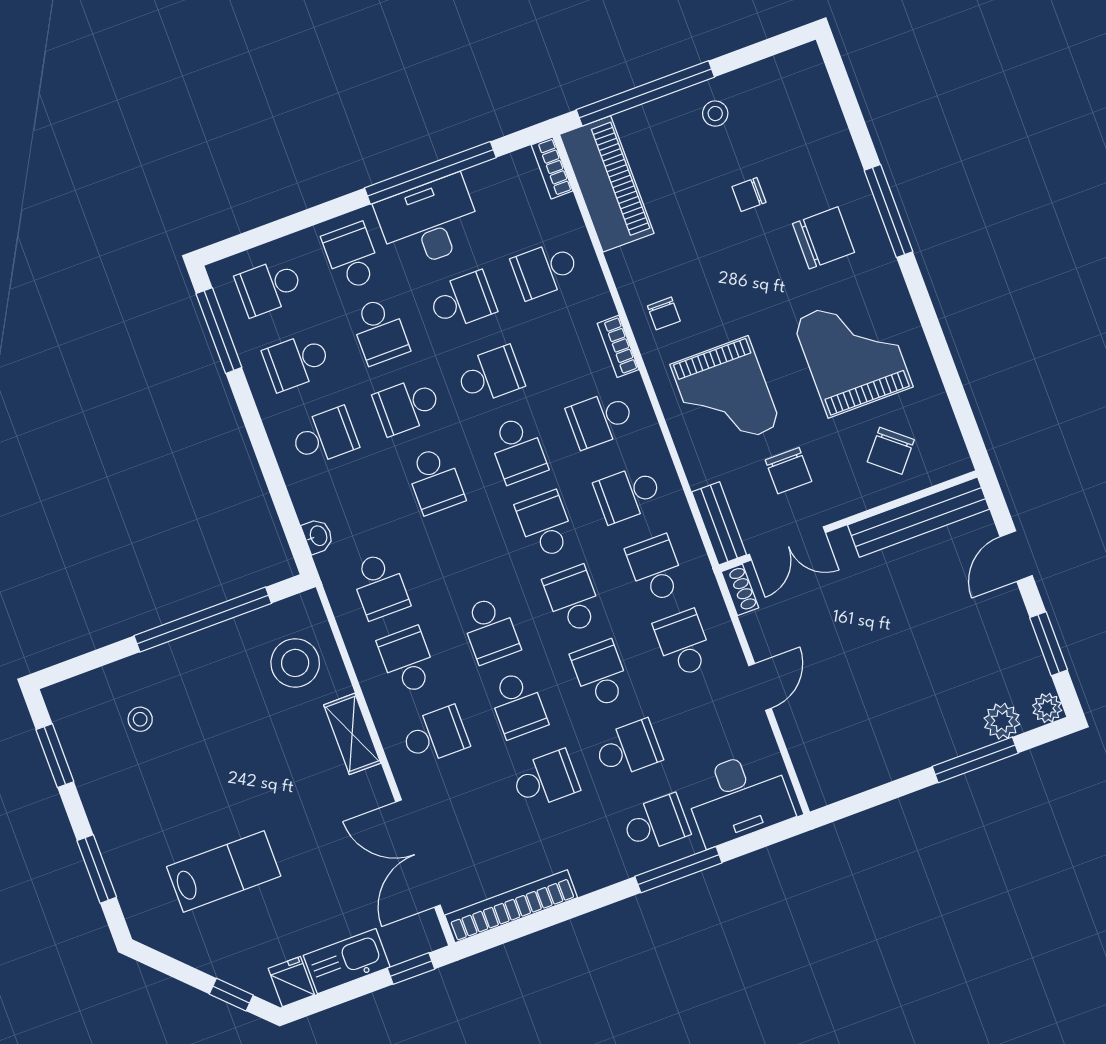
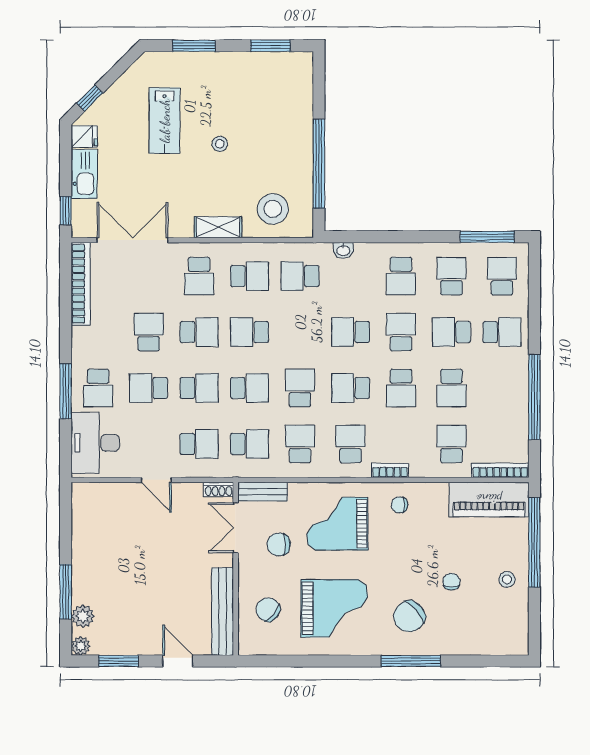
bookcase: (552, 168) -> (500, 470), width x1.56
desk: (429, 222) -> (505, 385), removed
chair: (824, 238) -> (409, 616), turned 49
school desk: (545, 525) -> (300, 388), turned -90
school desk: (518, 705) -> (199, 332), turned 180
stool: (140, 719) -> (220, 144), moved
school desk: (628, 749) -> (149, 388), turned 90
school desk: (545, 779) -> (149, 332), turned 180

